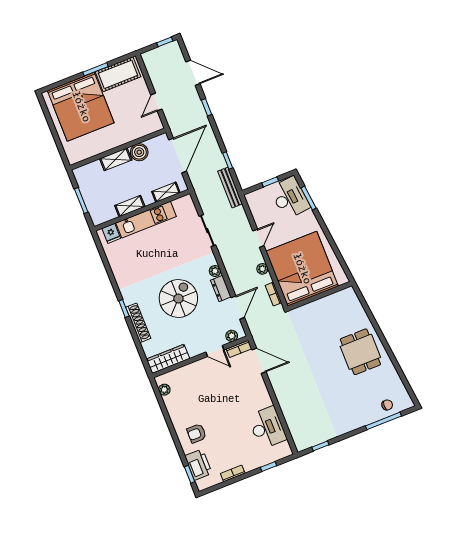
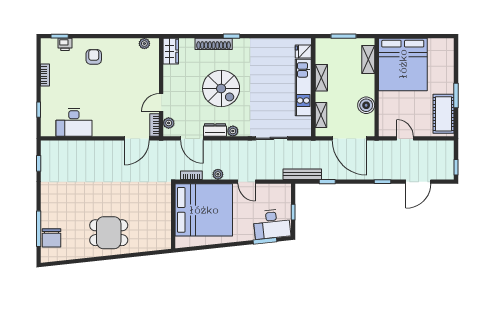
bed: (81, 107) -> (403, 64), moved, turned -90
shelving: (116, 159) -> (368, 59), moved
wardrobe: (168, 359) -> (171, 51), width x0.67
chair: (387, 405) -> (52, 238), width x1.87, depth x1.87
printer: (198, 465) -> (65, 44), width x0.53, depth x0.68

